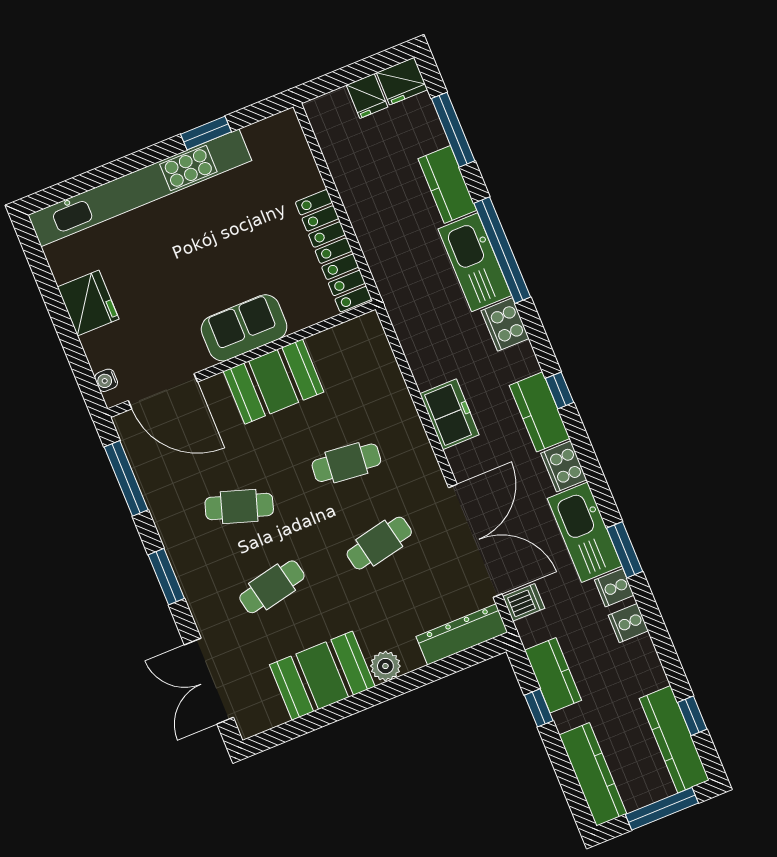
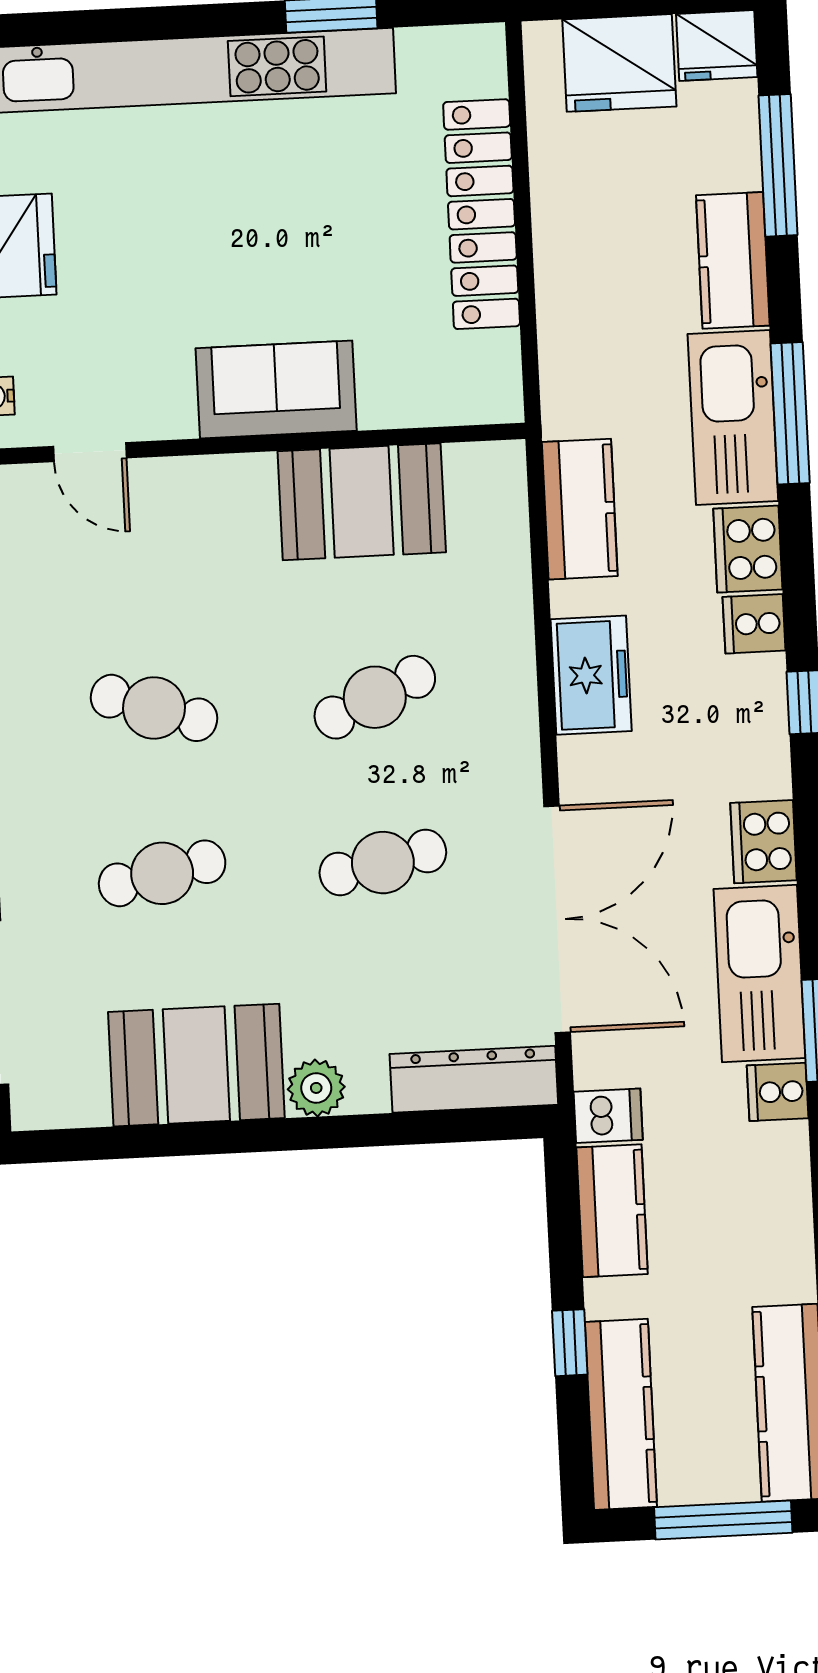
fridge: (367, 96) -> (619, 63), width x1.88, depth x1.34
window: (502, 250) -> (790, 413), width x0.68
locker: (334, 251) -> (482, 214), moved
booth: (274, 382) -> (362, 502), moved
door: (163, 391) -> (90, 452), width x0.53
kitchen counter: (540, 412) -> (580, 509), moved, turned 180
cafe table: (346, 463) -> (375, 697), turned -30
dishwasher: (524, 602) -> (608, 1116), moved
cooker: (628, 623) -> (754, 624), moved
window: (539, 708) -> (570, 1343), moved

